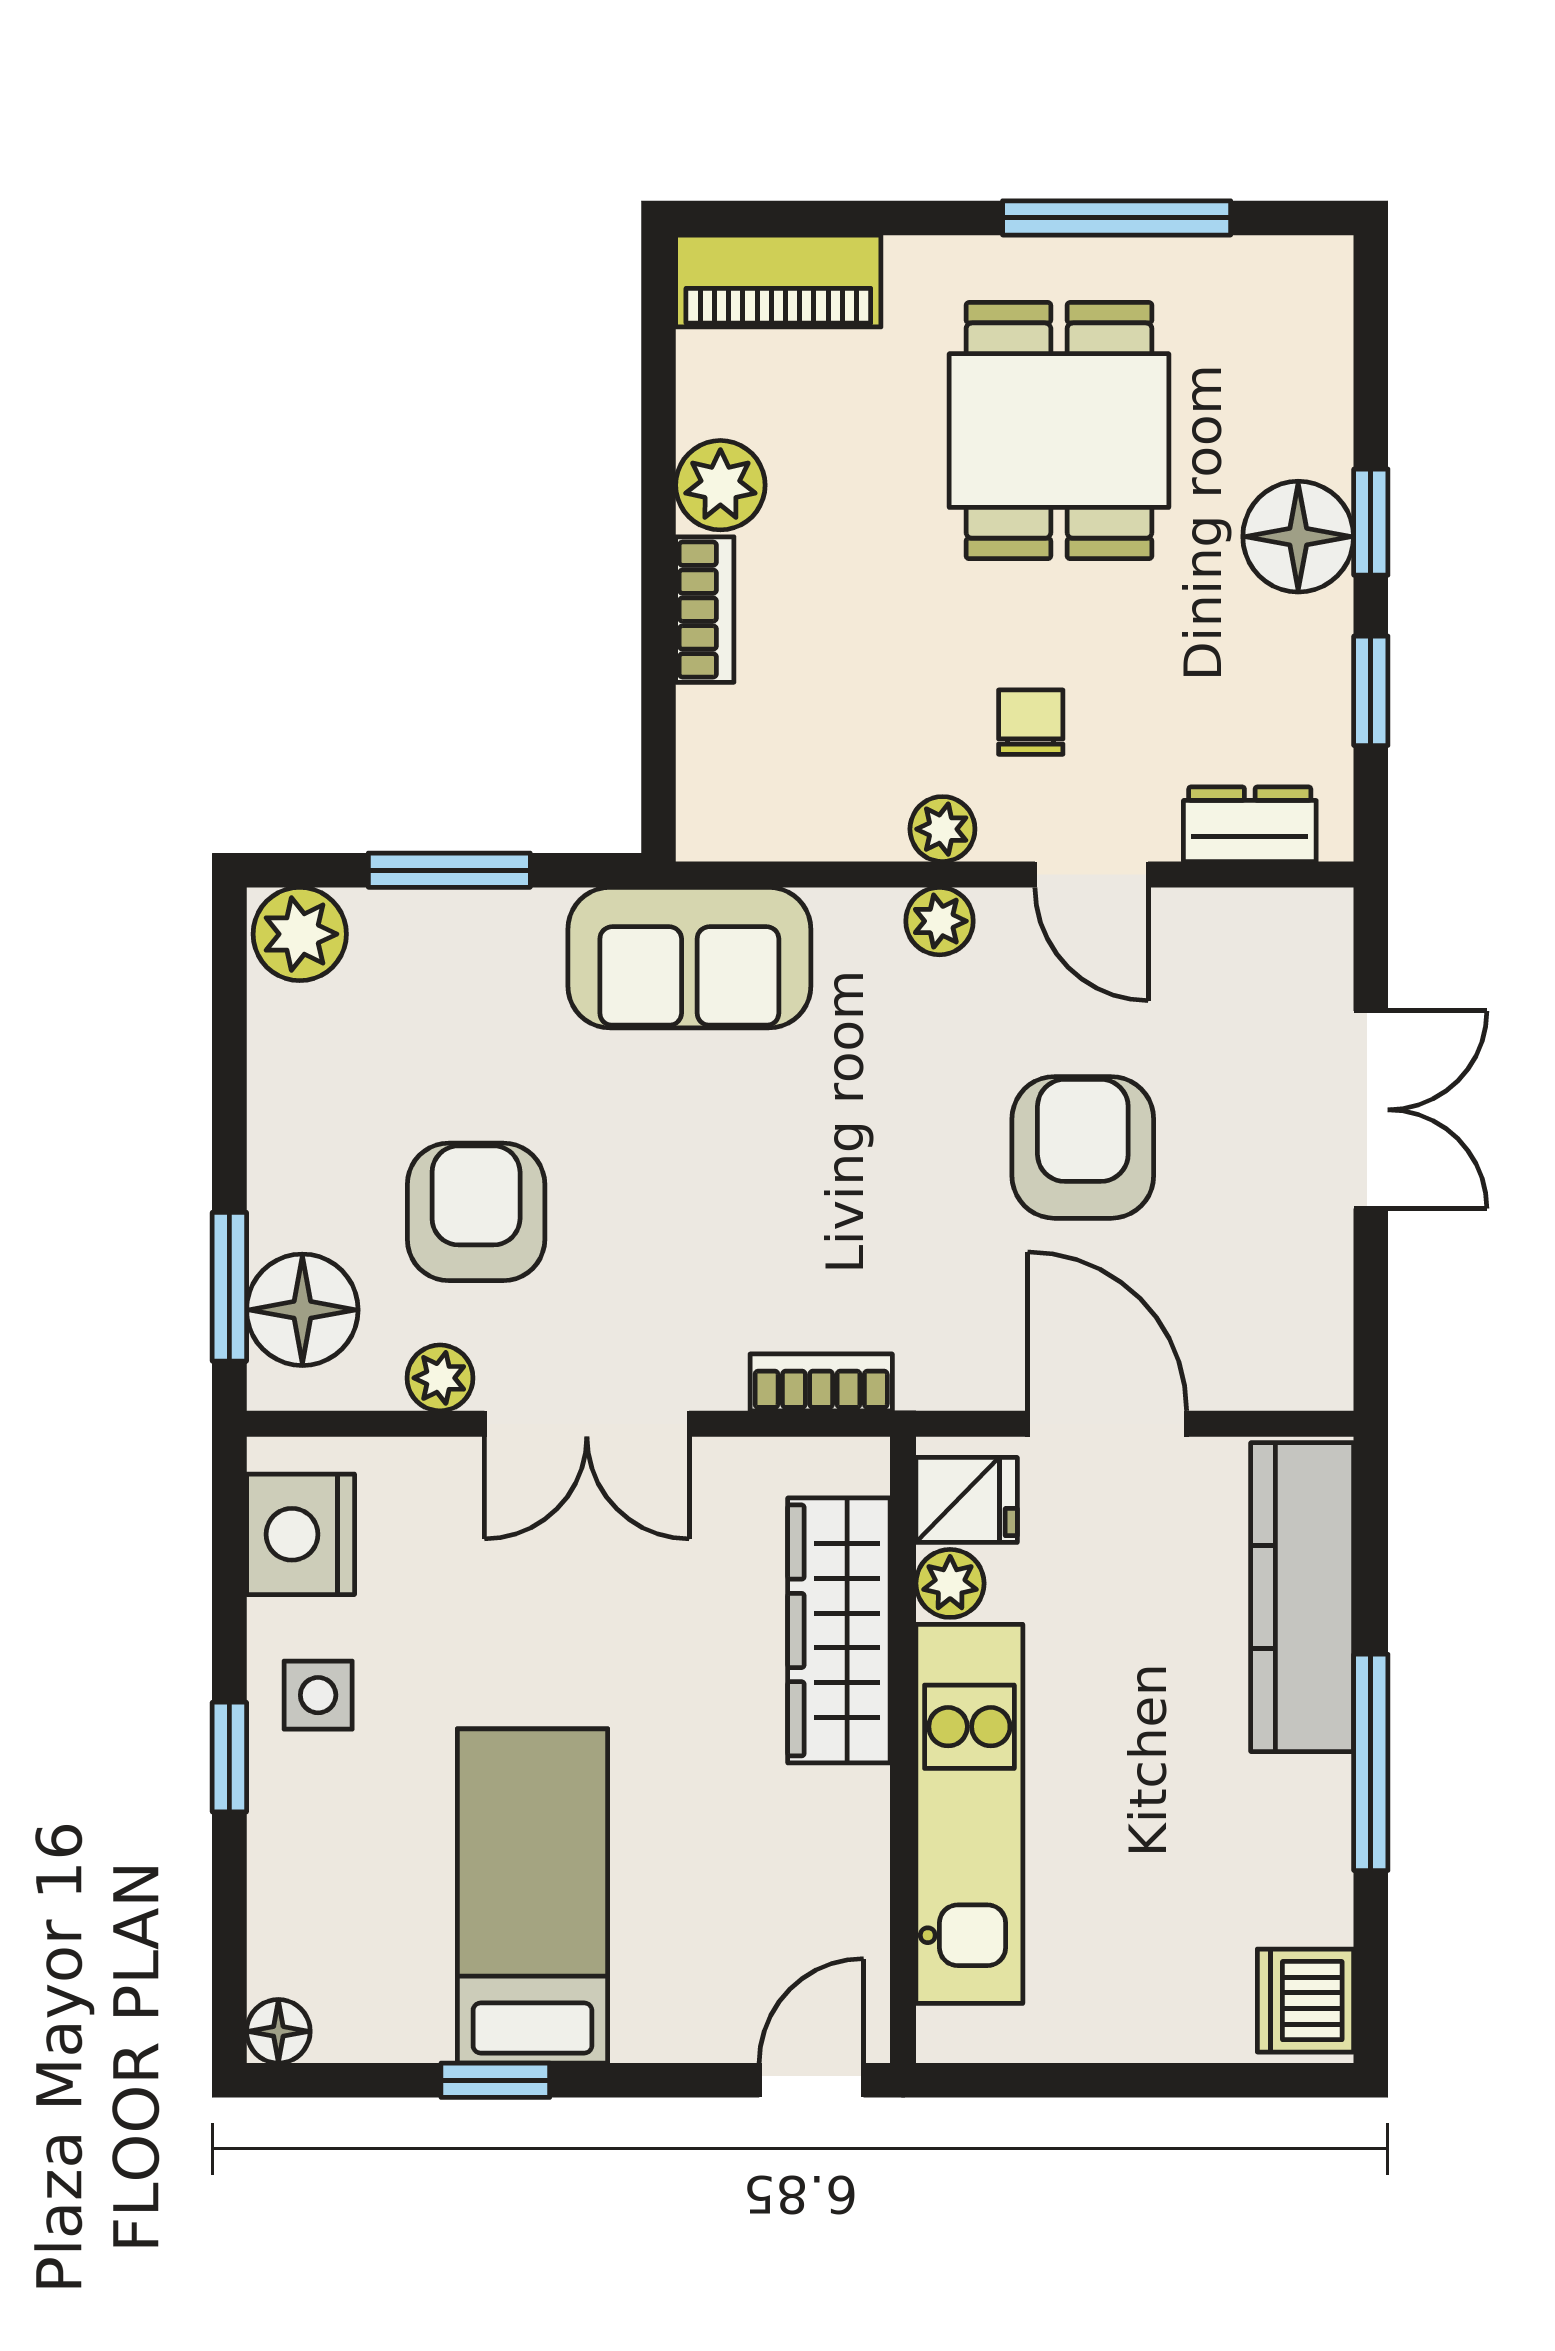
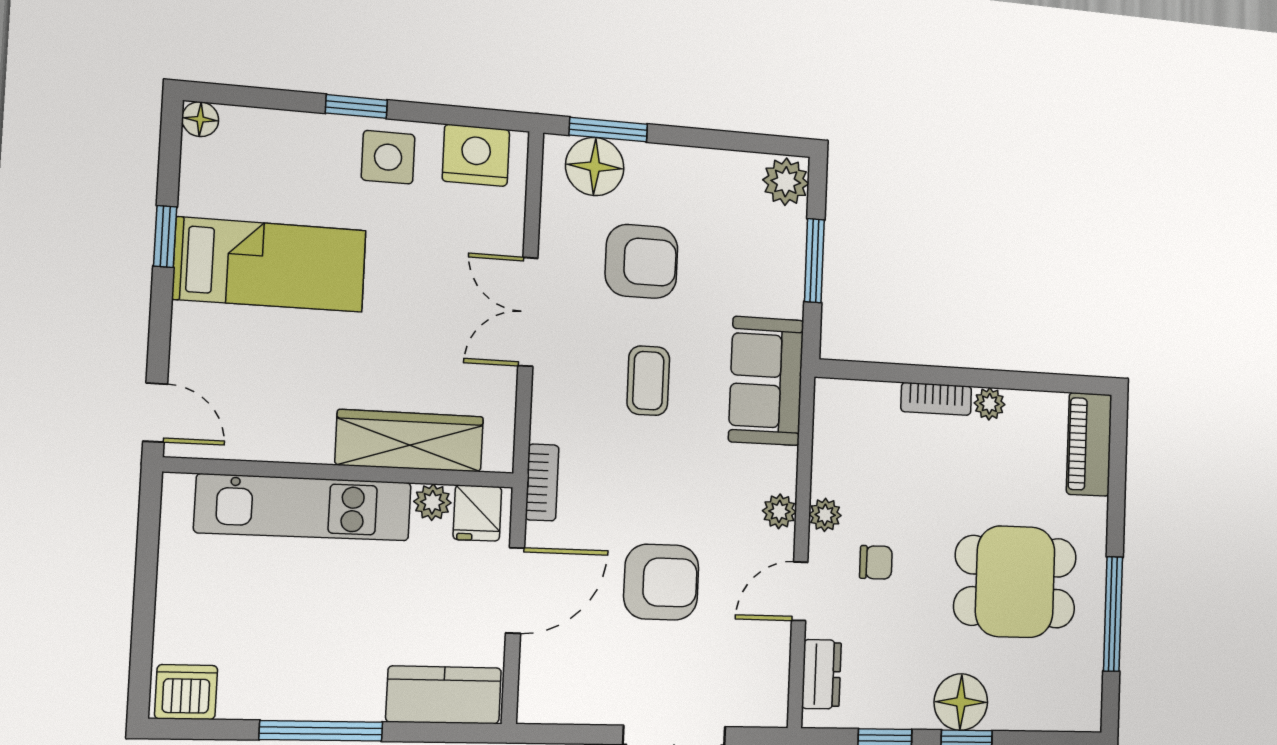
plant: (720, 485) -> (989, 404), width x0.73, depth x0.73
coffee table: (702, 1189) -> (648, 381), added
plant: (440, 1378) -> (556, 236), removed
bookcase: (821, 1382) -> (542, 482), moved
kitchen counter: (1302, 1597) -> (444, 695), width x0.67
side table: (318, 1695) -> (388, 157), width x1.37, depth x1.37

